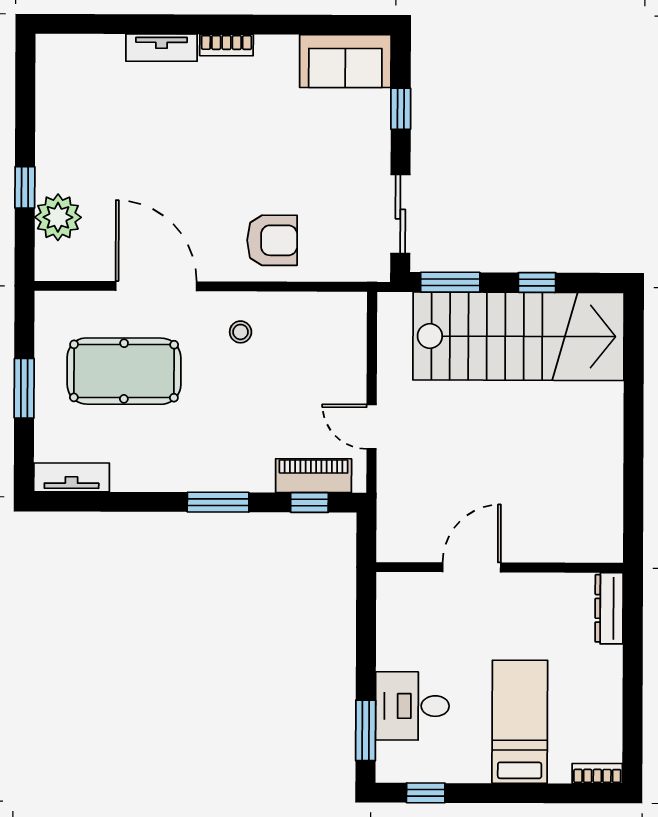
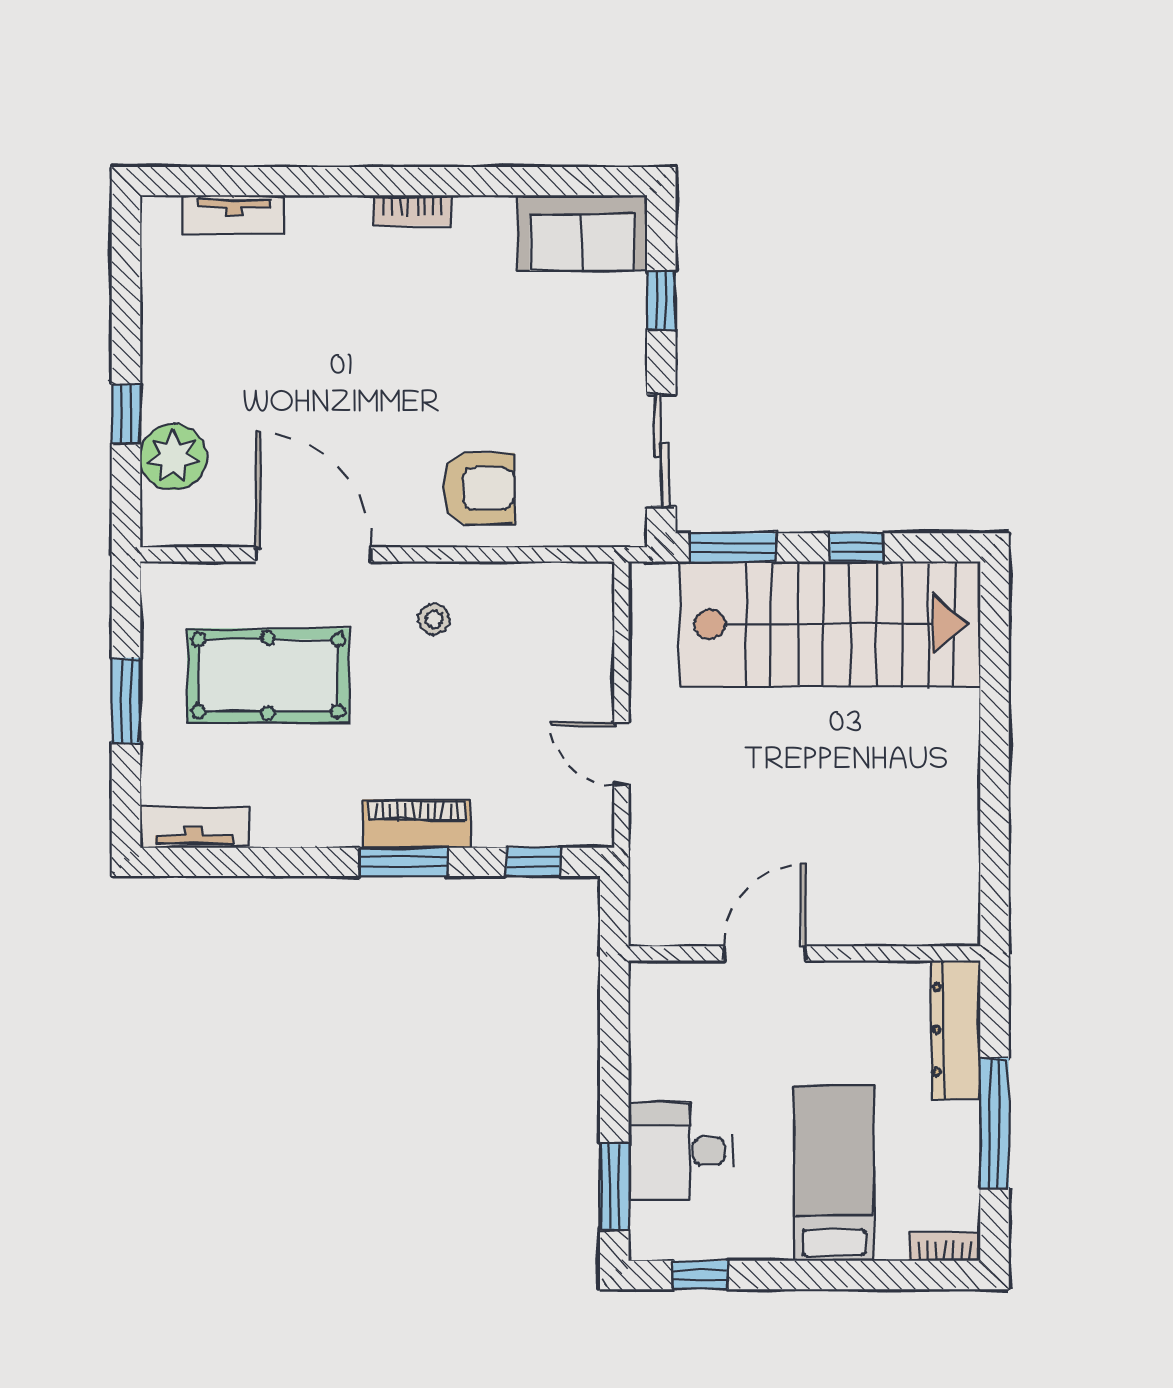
tv unit: (161, 48) -> (234, 215), moved
piano: (314, 476) -> (416, 824), moved
dresser: (609, 608) -> (956, 1030), width x1.37, depth x1.24
window: (633, 687) -> (995, 1123), added

